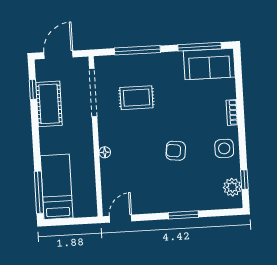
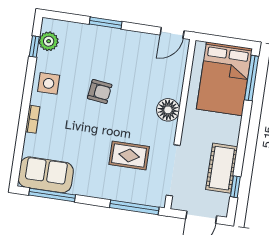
window: (137, 50) -> (134, 207), moved
floor lamp: (105, 152) -> (168, 110), width x1.89, depth x1.89
bed: (57, 187) -> (224, 79), width x1.50

